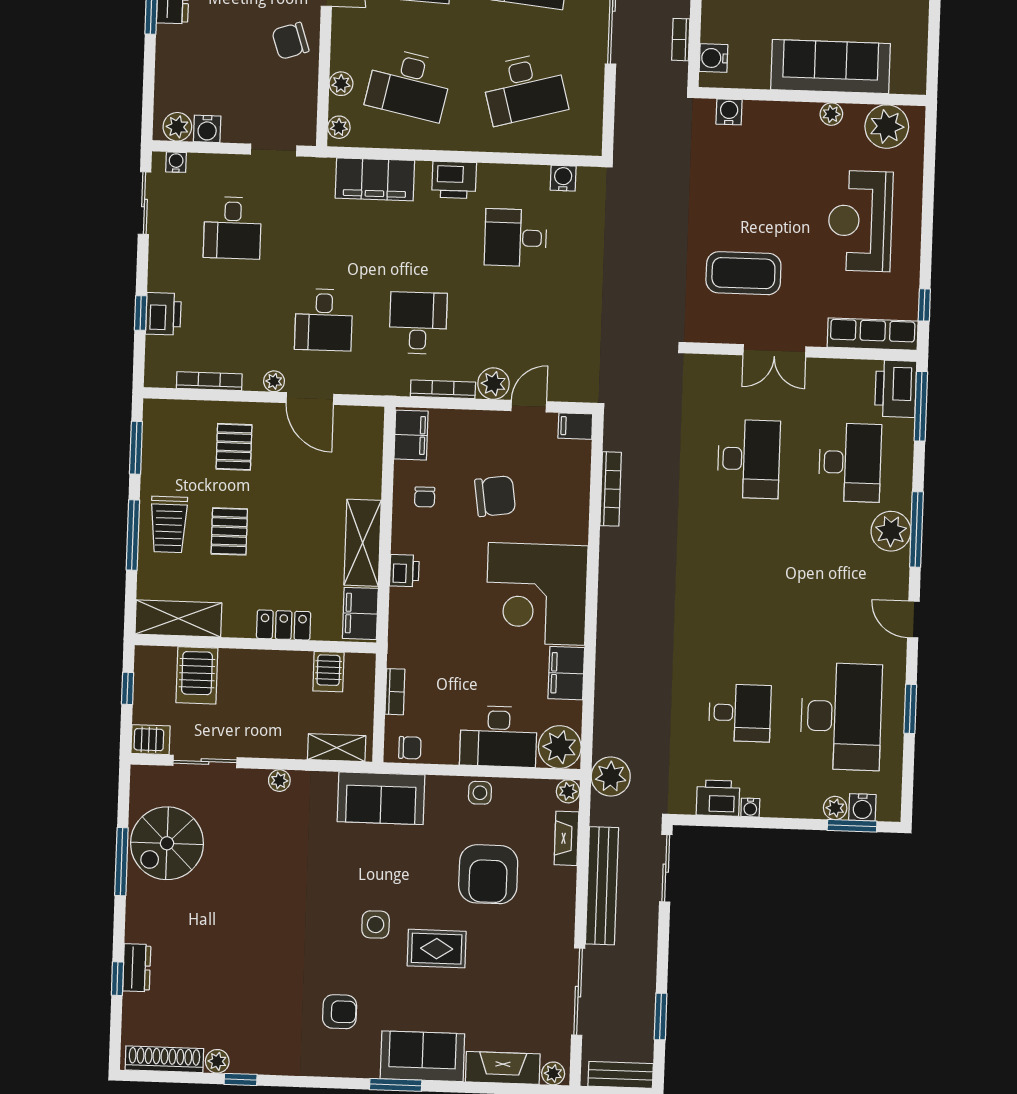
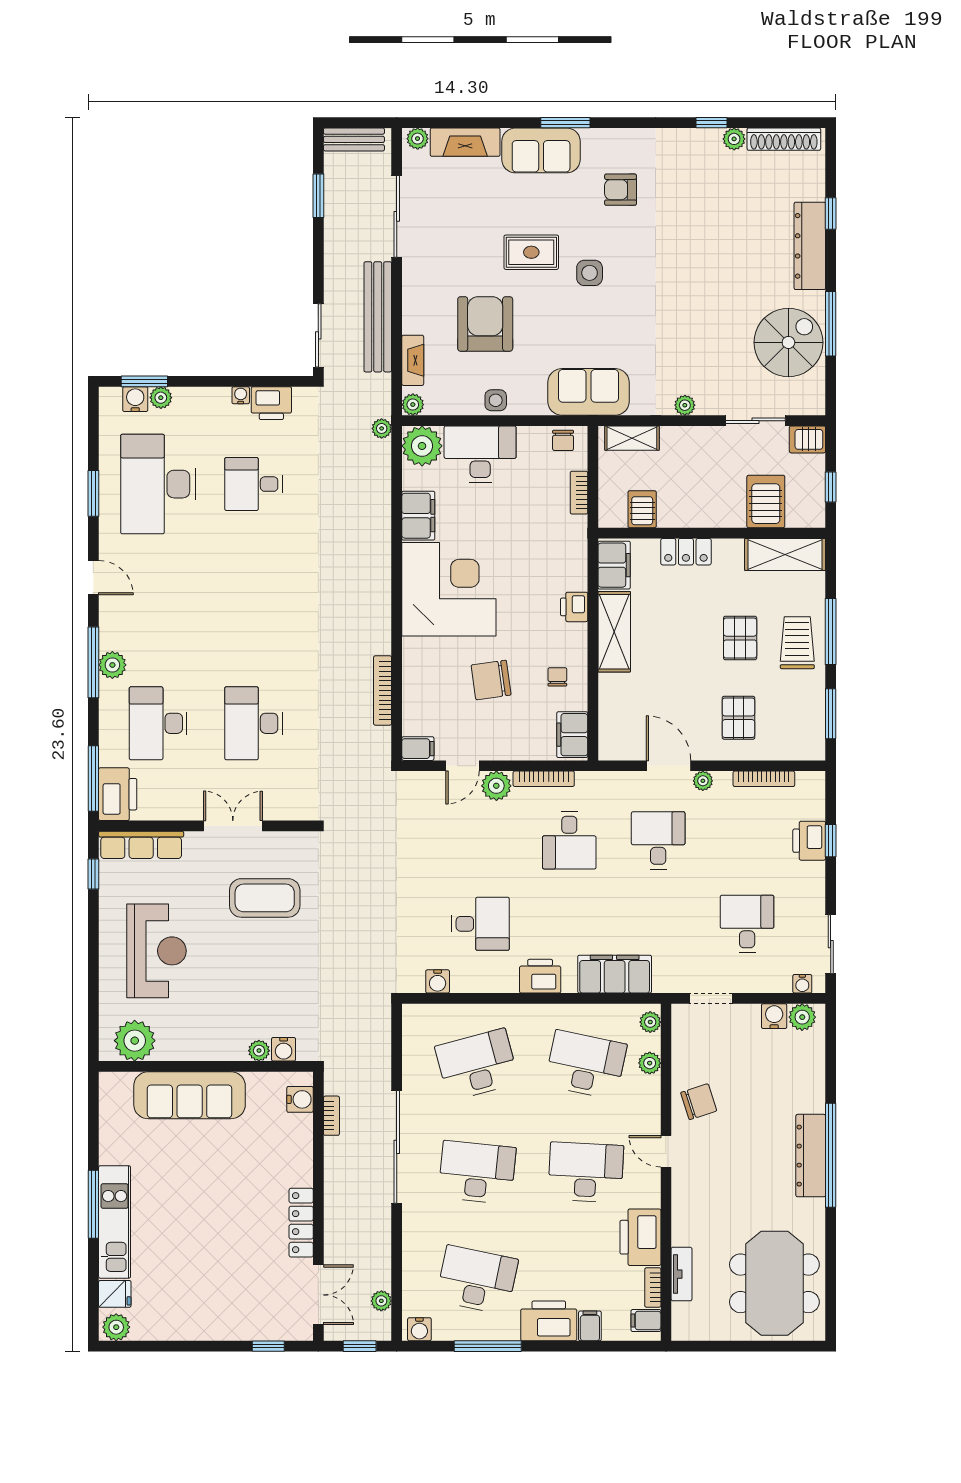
plant: (831, 114) -> (259, 1051), moved
plant: (891, 531) -> (112, 665), width x0.73, depth x0.73
chair: (410, 748) -> (563, 440), turned -90
plant: (611, 777) -> (382, 428), width x0.53, depth x0.53
dresser: (137, 968) -> (810, 246), width x1.96, depth x1.24

